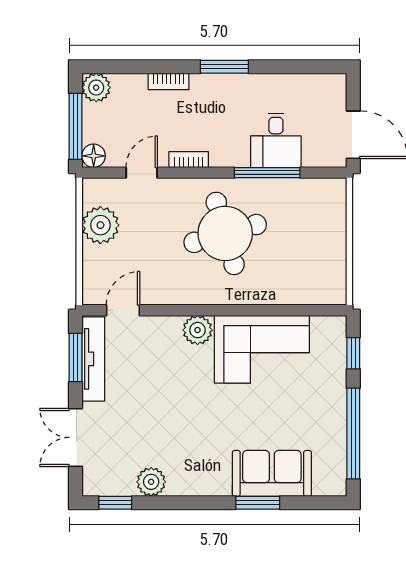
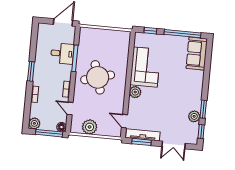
sofa: (272, 473) -> (197, 54), moved
window: (258, 503) -> (203, 109), moved

